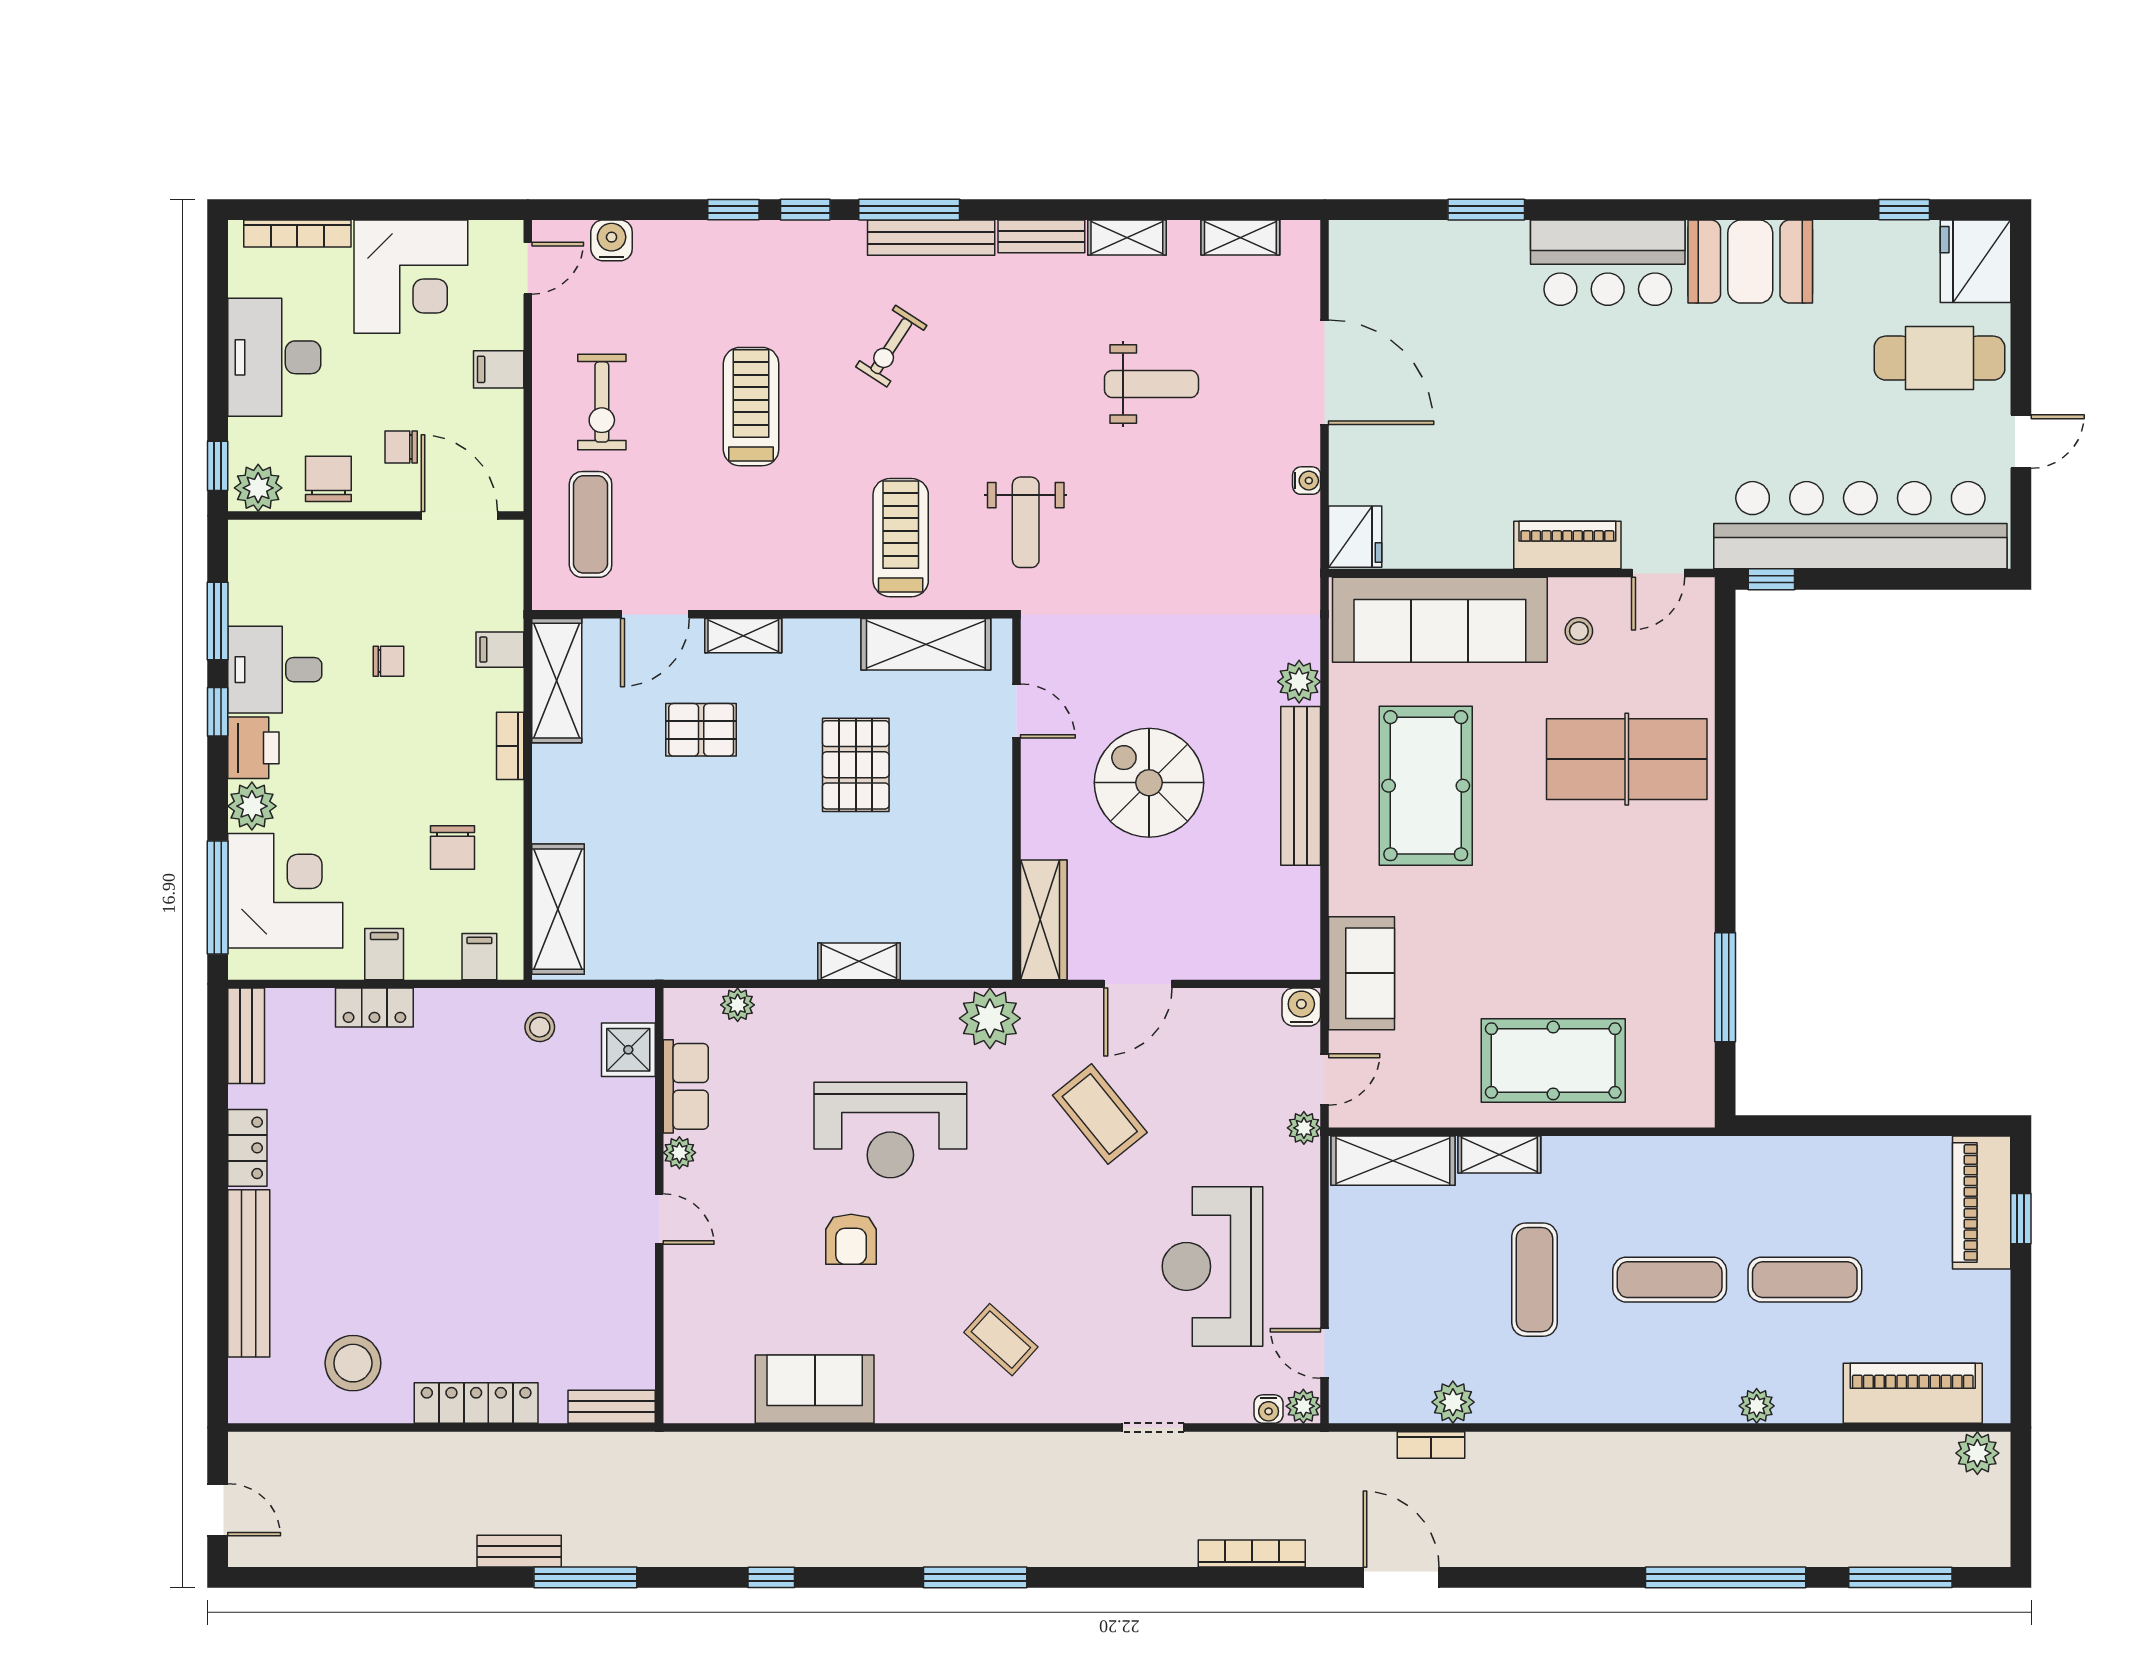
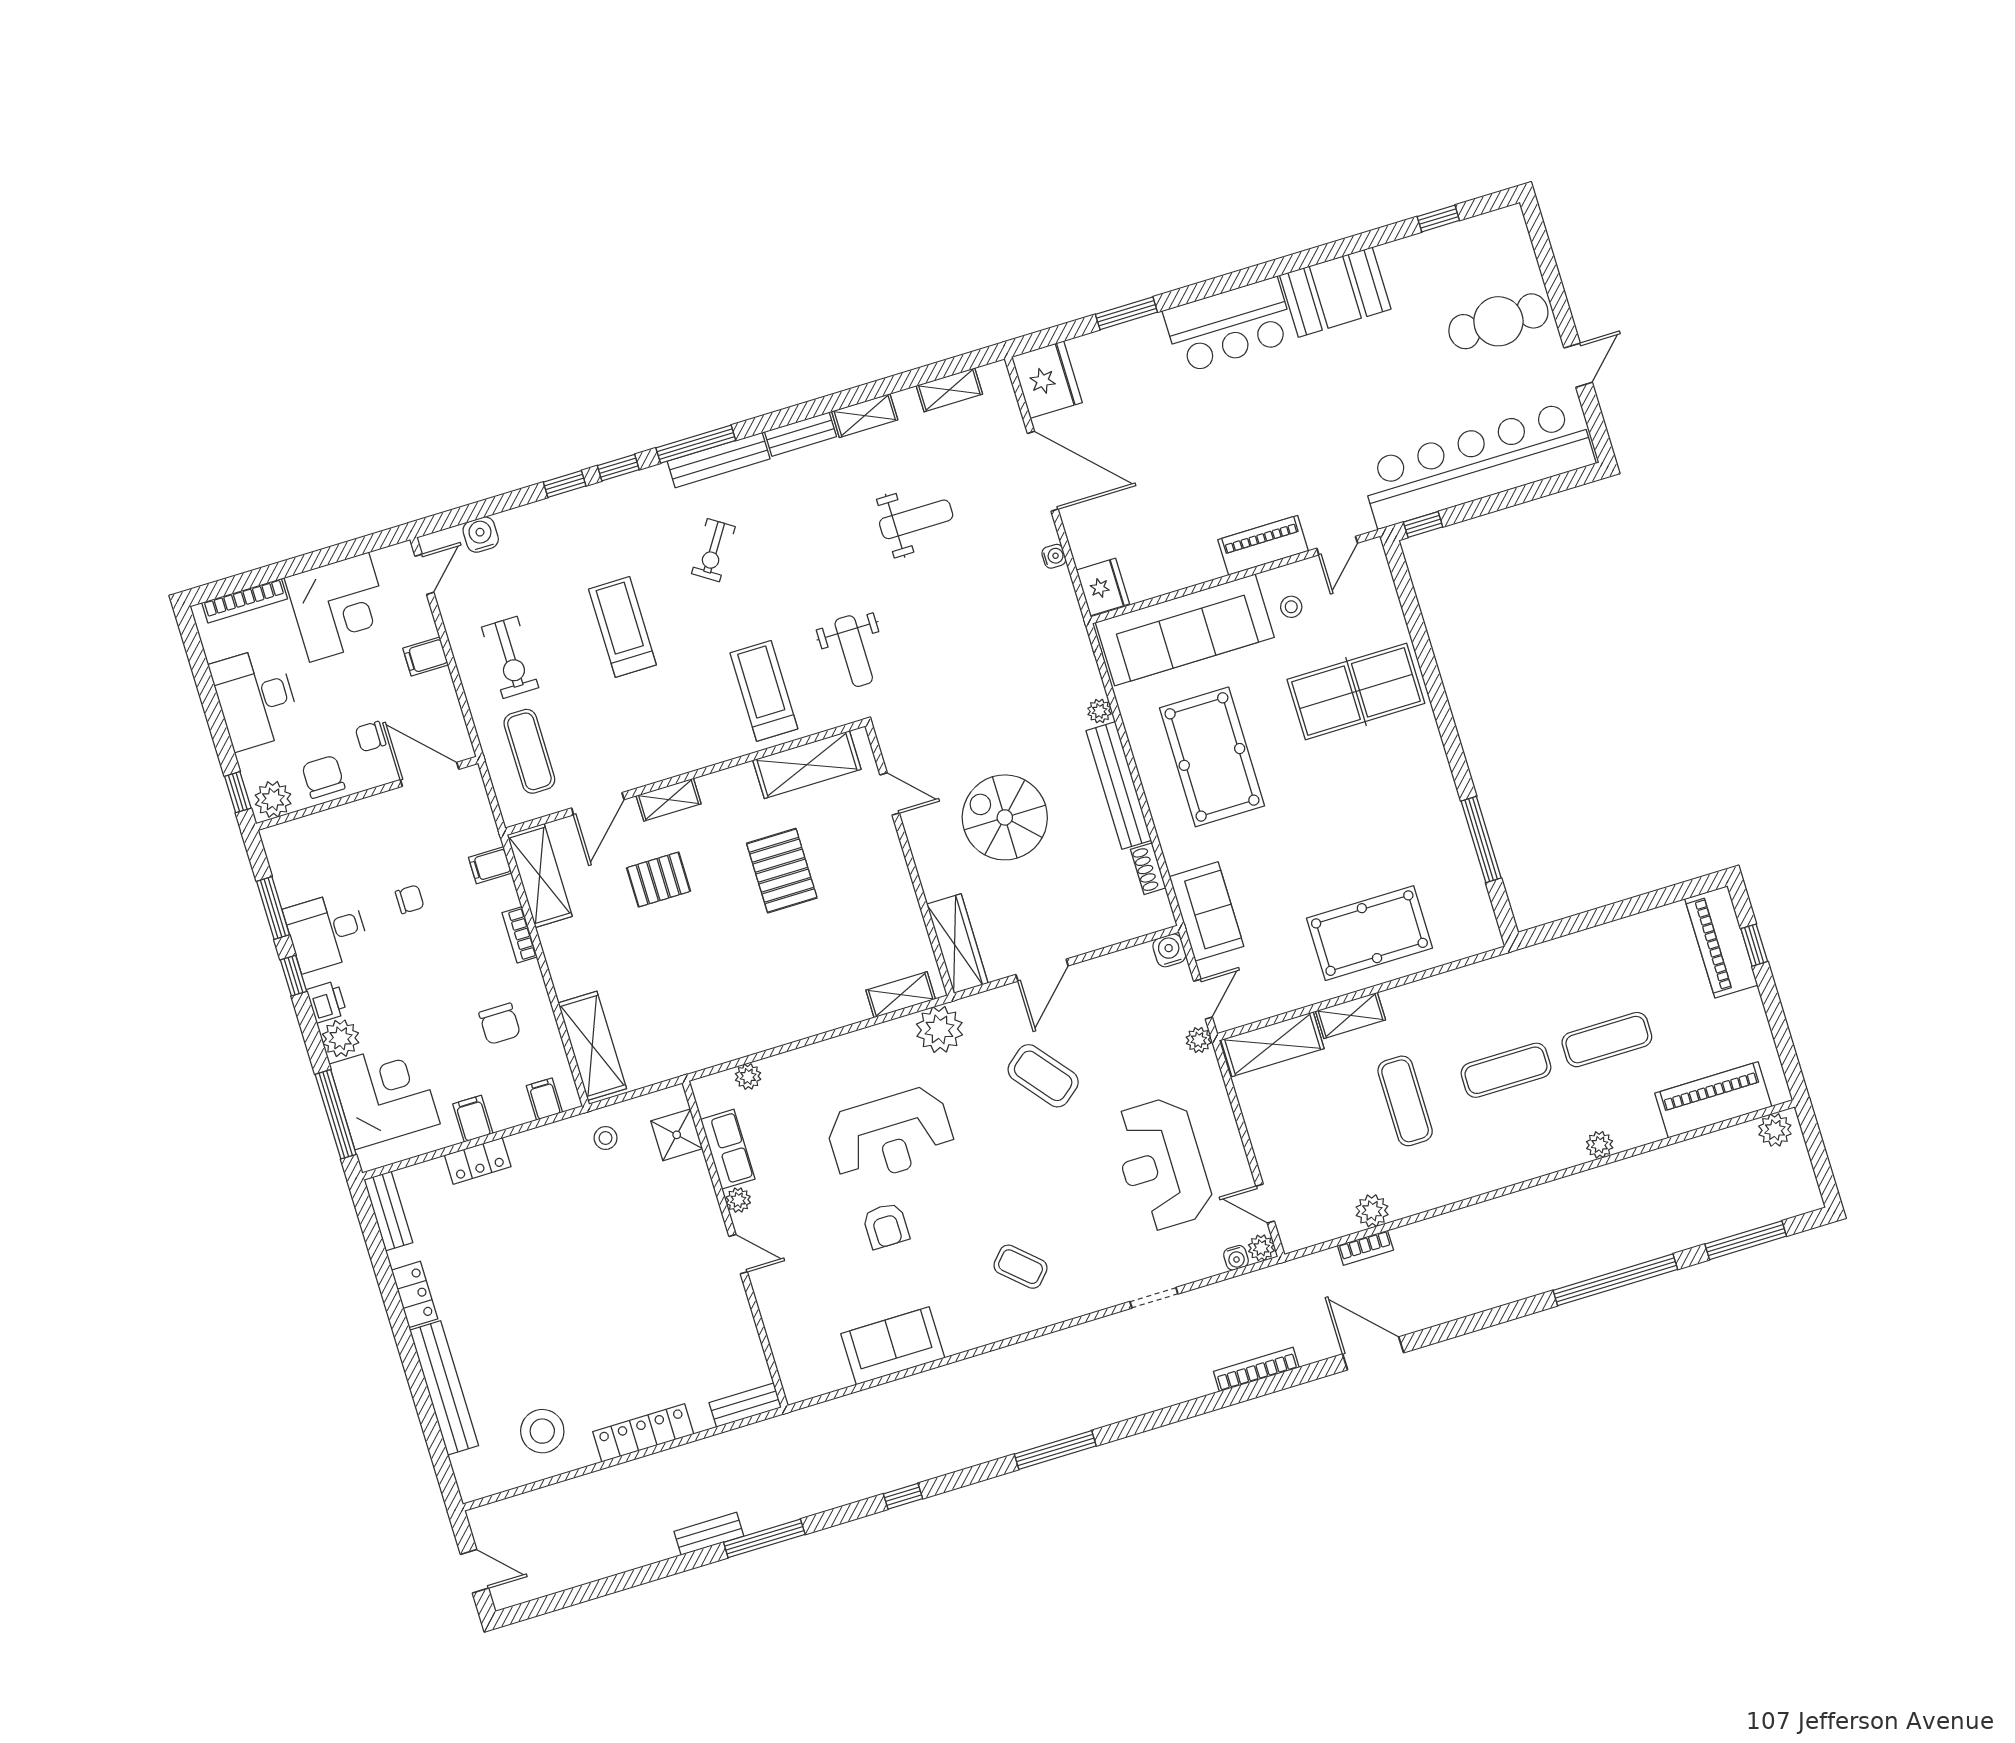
fridge: (1975, 261) -> (1047, 380), moved, turned 180
plant: (1299, 682) -> (1100, 711), width x0.73, depth x0.73
printer: (253, 748) -> (327, 1002), width x0.73, depth x0.81
shoe rack: (1306, 899) -> (1148, 869), added
shelving: (859, 961) -> (901, 995), moved

